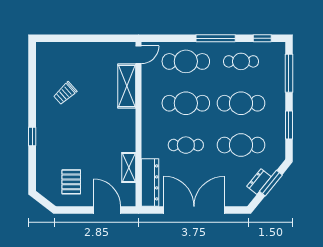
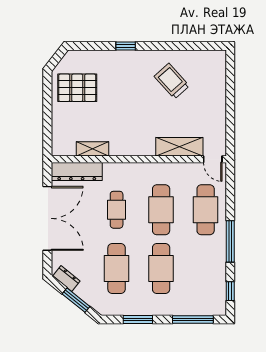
cafe table: (241, 61) -> (206, 268), removed
trolley: (65, 93) -> (172, 81), width x1.36, depth x1.39
pallet: (71, 182) -> (77, 88), width x1.50, depth x1.42
dresser: (259, 182) -> (66, 279), moved
door: (107, 210) -> (47, 126), removed

